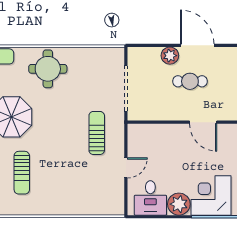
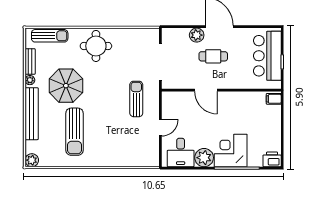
door: (203, 122) -> (206, 90), moved
sun lounger: (22, 173) -> (74, 132), width x1.36, depth x1.34

